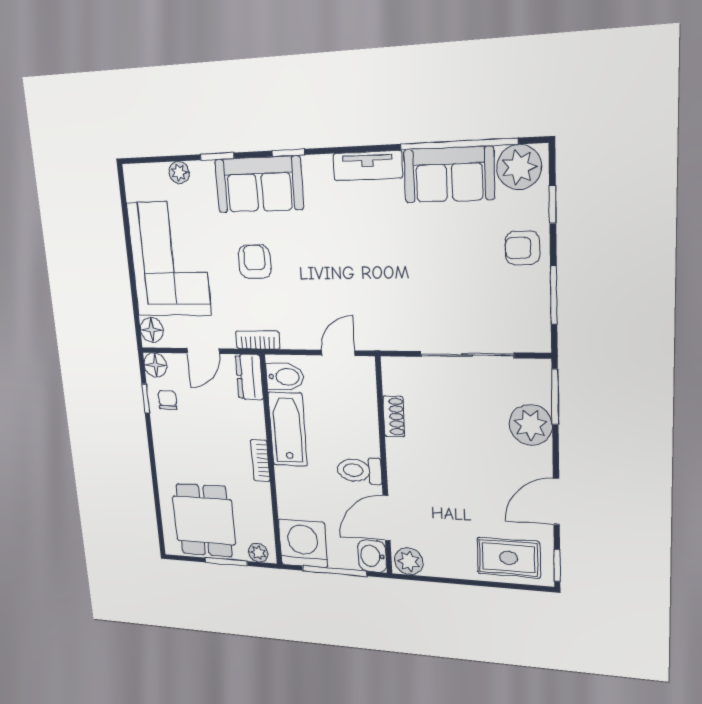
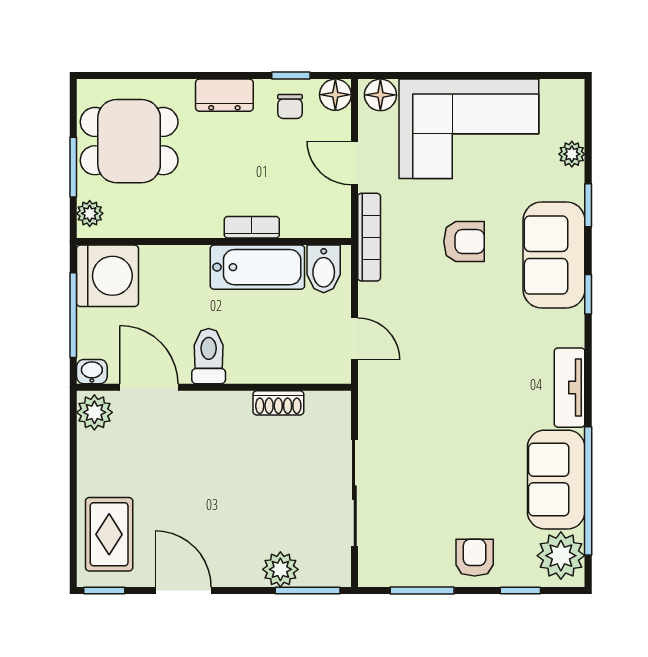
bookcase: (258, 340) -> (369, 237), width x1.56
dresser: (249, 377) -> (224, 95), moved, turned 180
chair: (167, 400) -> (290, 107), turned 90
plant: (531, 425) -> (280, 569), width x0.73, depth x0.73
bookcase: (260, 461) -> (252, 227), moved
washbasin: (372, 556) -> (92, 372), width x0.72, depth x0.69

